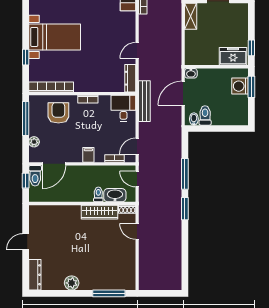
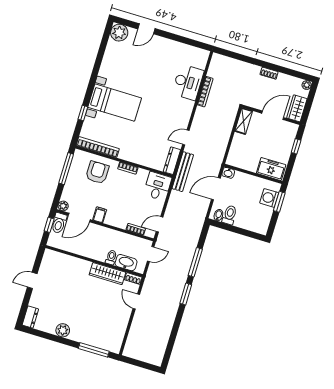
window: (251, 48) -> (296, 146), moved
bench: (144, 101) -> (183, 172), moved
plant: (34, 142) -> (63, 206), moved
filing cabinet: (88, 155) -> (100, 215), moved
door: (137, 179) -> (151, 254), swing flipped
dresser: (35, 275) -> (30, 317), width x0.70

